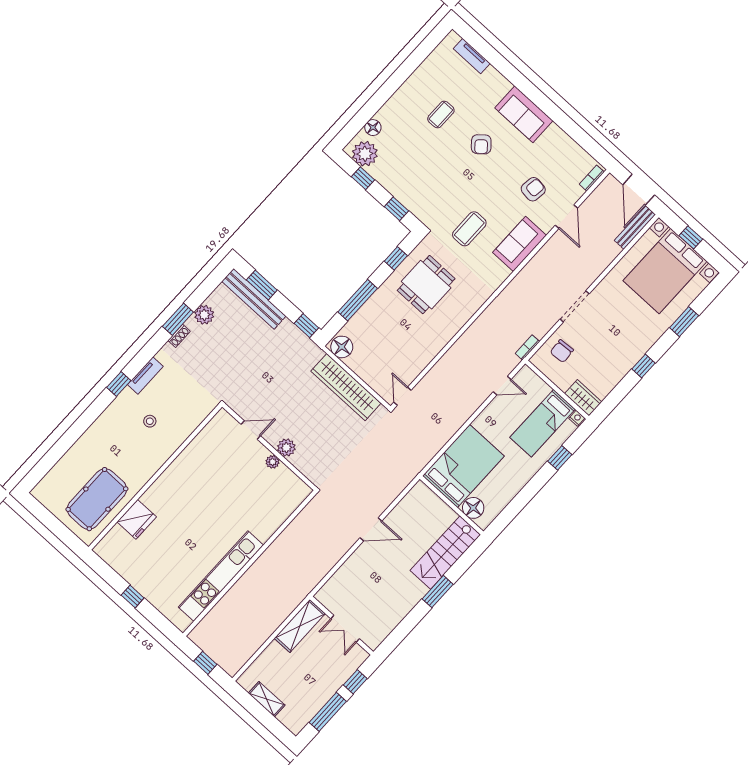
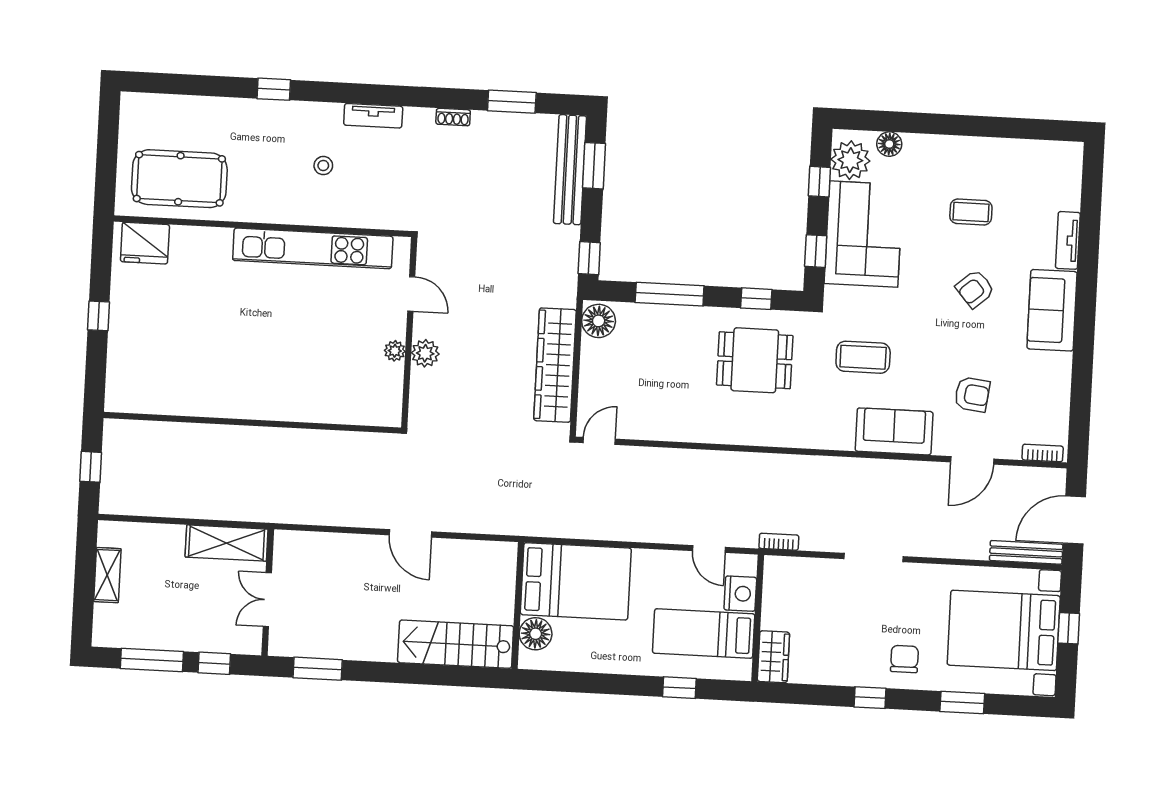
tv unit: (472, 56) -> (1068, 240), moved
corner sofa: (408, 178) -> (864, 234), added
plant: (204, 315) -> (503, 126), removed
window: (178, 319) -> (512, 102), moved
chair: (562, 351) -> (904, 659), moved, turned 94
window: (119, 384) -> (274, 89), moved
nightstand: (577, 418) -> (740, 594), moved, width x1.89, depth x1.79
fridge: (137, 519) -> (145, 243), moved
kitchen unit: (221, 576) -> (313, 248), moved, turned 180
window: (438, 592) -> (318, 669), moved

